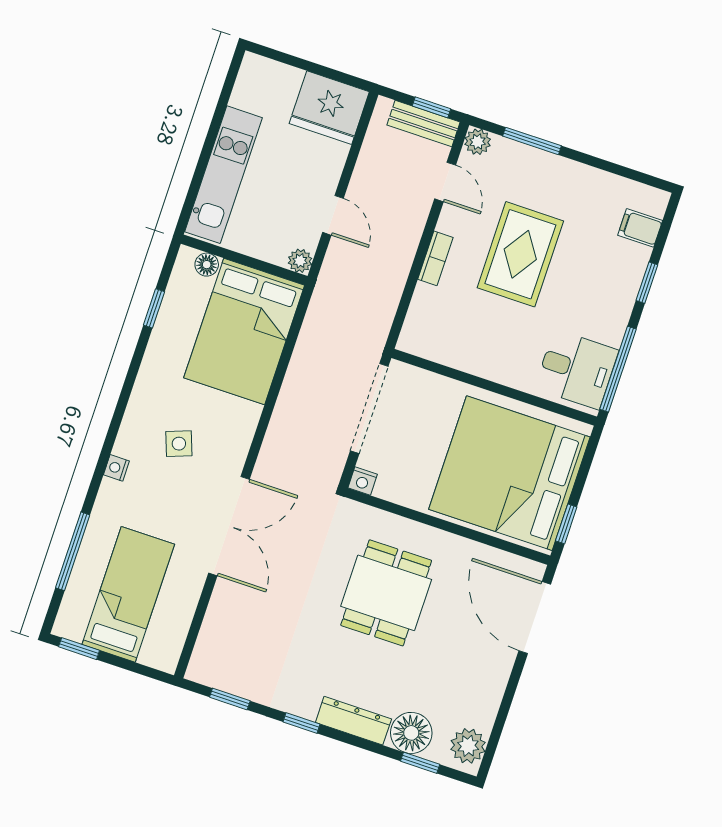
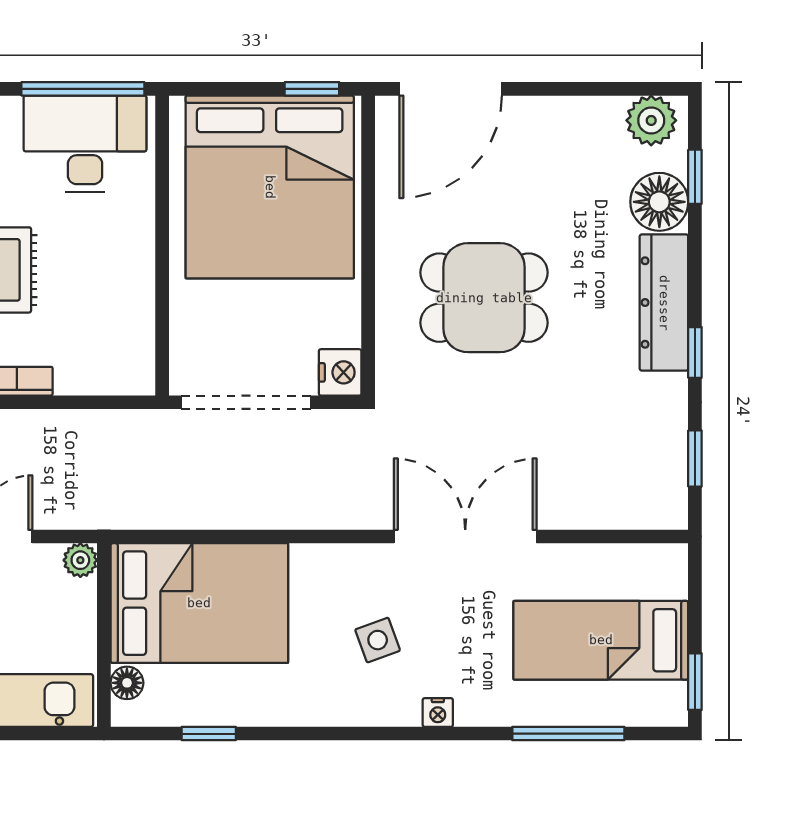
desk: (577, 369) -> (85, 144), width x1.37
nightstand: (363, 481) -> (340, 372), width x1.39, depth x1.35
dresser: (353, 721) -> (664, 303), width x1.37, depth x1.24

